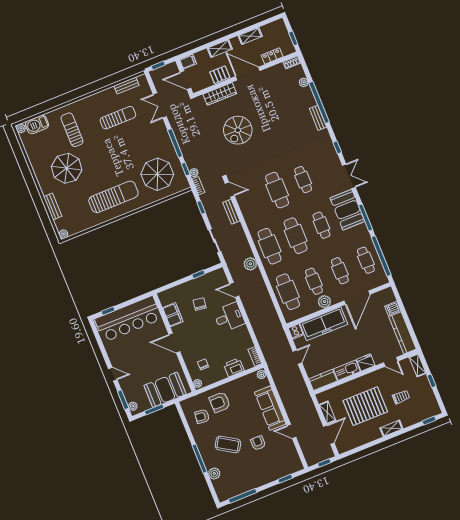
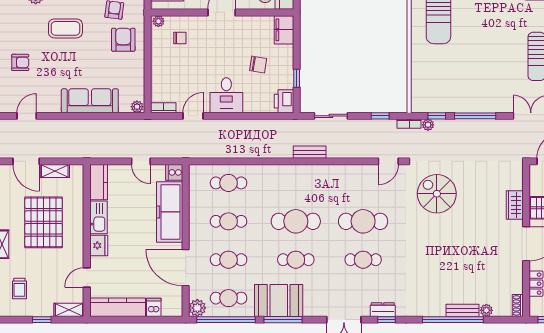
wardrobe: (220, 94) -> (515, 205), width x0.67
bench: (318, 118) -> (463, 310), moved
spiral stairs: (238, 130) -> (437, 194), moved
dresser: (331, 153) -> (383, 310), added
parasol: (157, 174) -> (445, 77), removed
booth: (347, 210) -> (279, 300), moved
bench: (231, 212) -> (310, 152), moved
cafe table: (270, 246) -> (296, 183), removed
plant: (250, 264) -> (283, 150), removed
door: (234, 290) -> (193, 116), moved
cafe table: (288, 292) -> (229, 183), width x0.73, depth x0.74
plant: (324, 302) -> (197, 308), moved
filing cabinet: (173, 315) -> (284, 30), moved, turned 90
printer: (234, 367) -> (284, 101), moved, turned 180
trolley: (401, 397) -> (19, 288), moved
door: (292, 431) -> (27, 116), moved
armchair: (258, 443) -> (20, 62), moved
coffee table: (228, 444) -> (65, 28), turned 58

